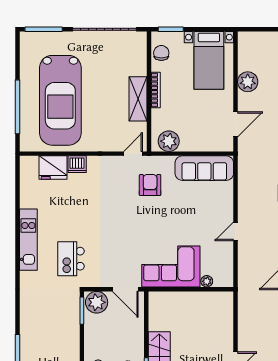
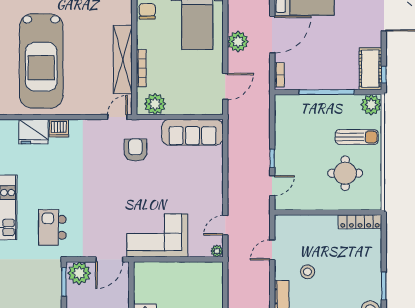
bookcase: (156, 90) -> (141, 68), moved
shelving: (138, 99) -> (123, 60), width x1.47
door: (236, 231) -> (225, 225), moved
plant: (207, 281) -> (217, 251), moved
door: (125, 289) -> (109, 259), hinge flipped

